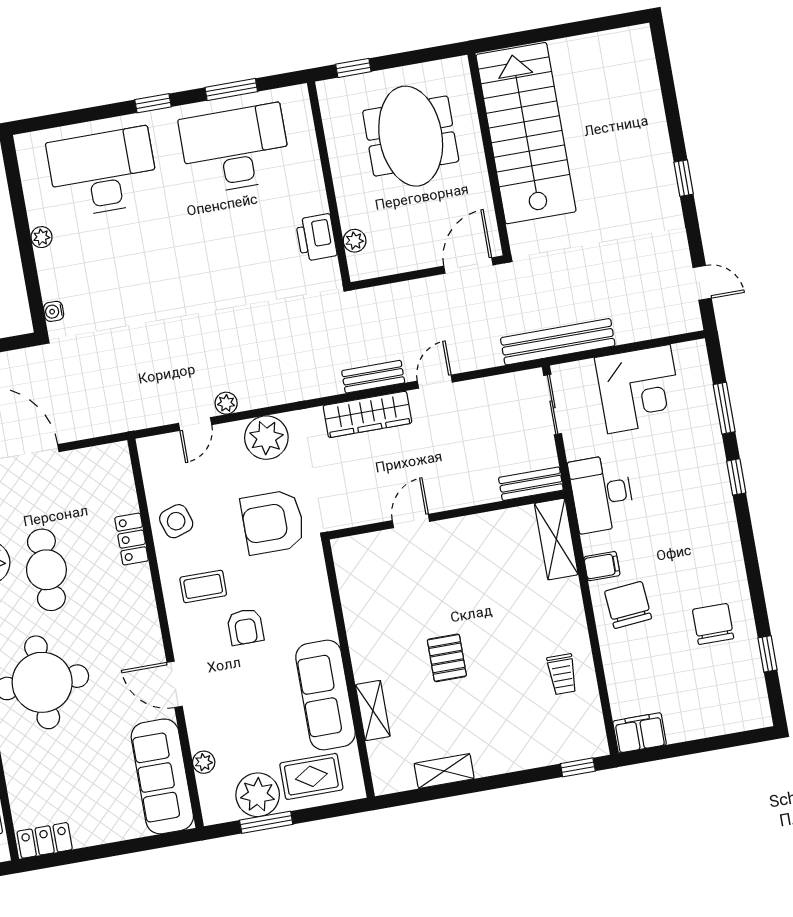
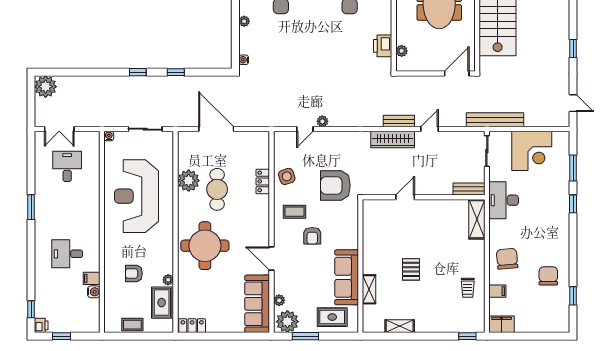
plant: (266, 438) -> (340, 142), removed
filing cabinet: (602, 566) -> (497, 291), moved
plant: (258, 795) -> (287, 322), moved

